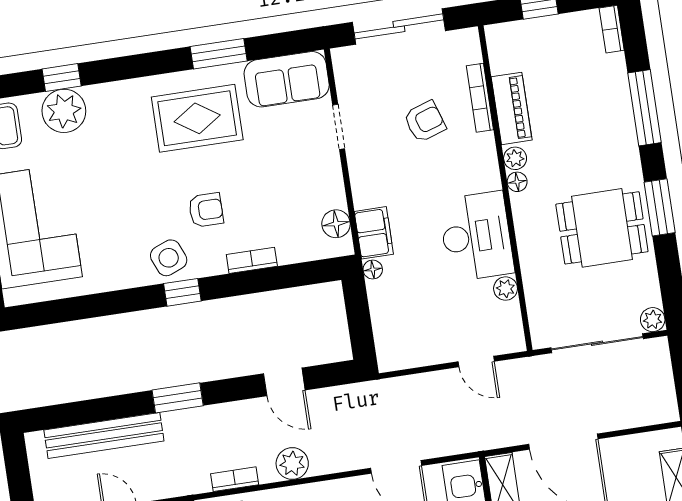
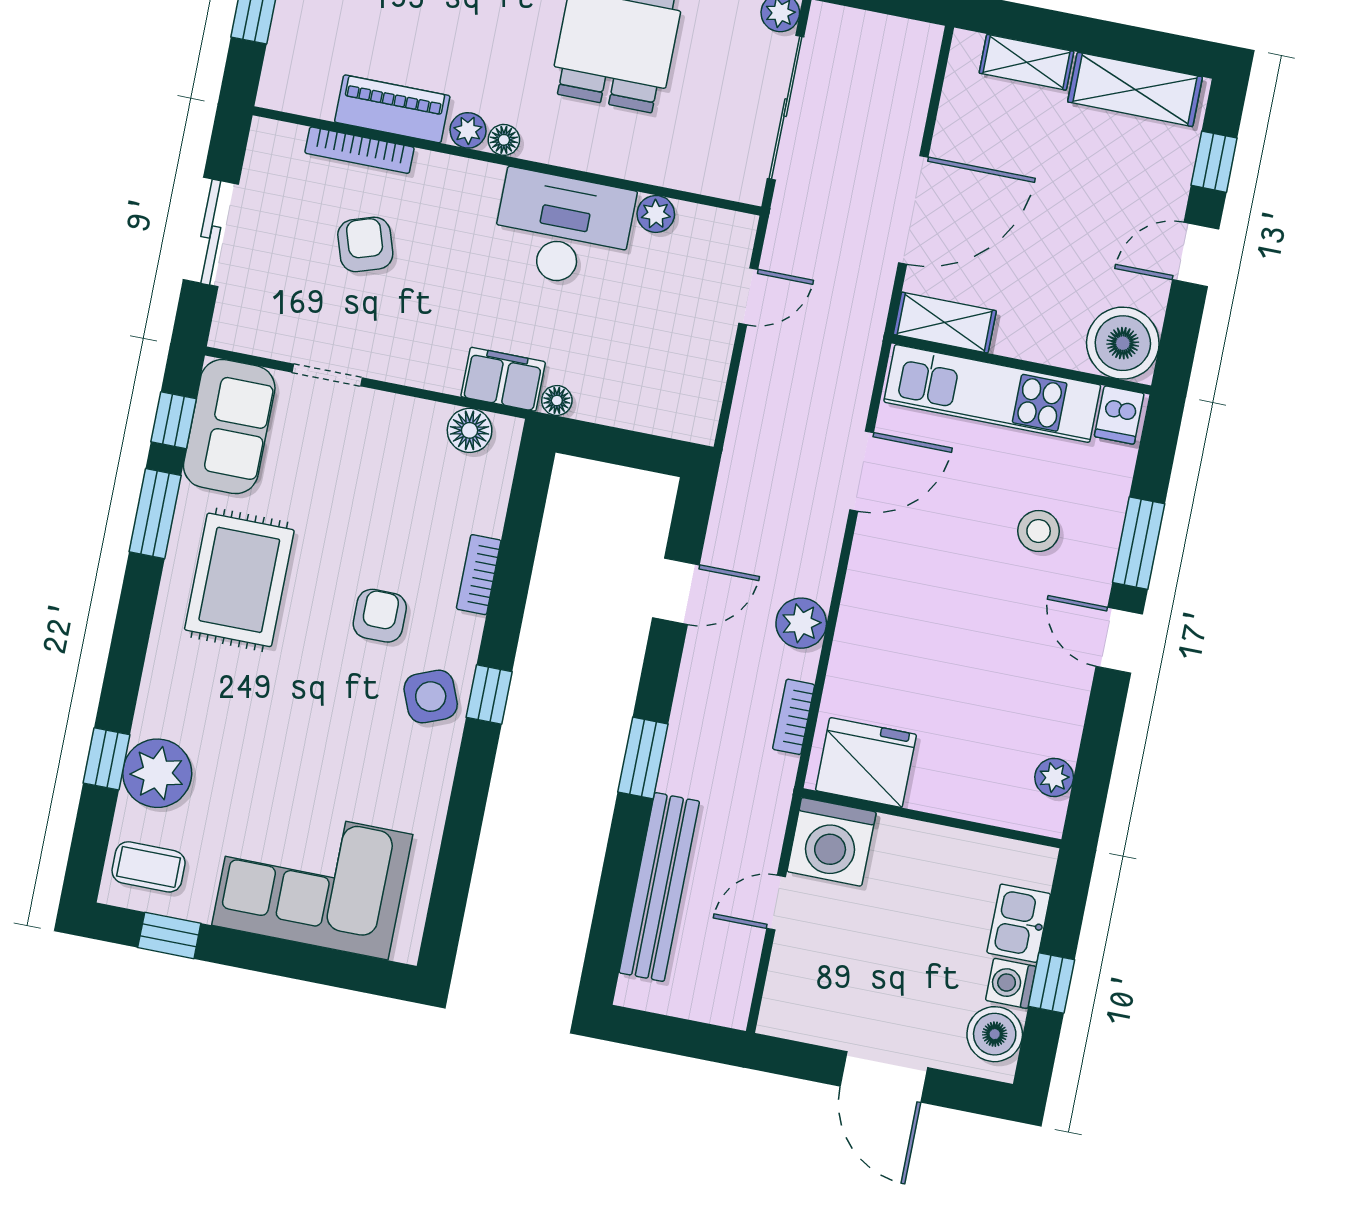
sliding door: (399, 26) -> (211, 232), width x0.73
window: (278, 45) -> (174, 420), added

